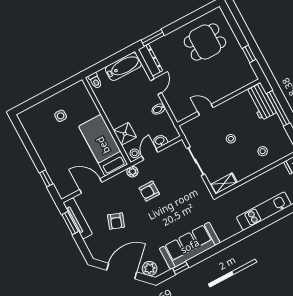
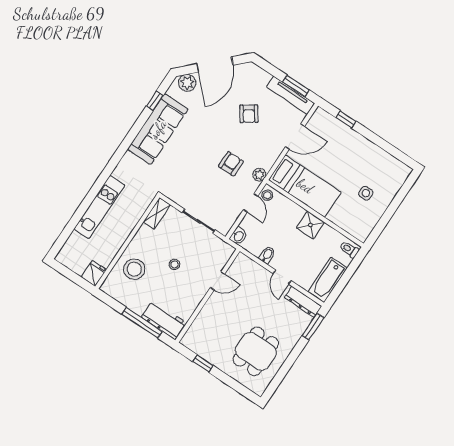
shower: (125, 134) -> (310, 225), moved
washbasin: (160, 141) -> (238, 236), moved
stool: (263, 151) -> (134, 269), width x1.89, depth x1.89
armchair: (116, 221) -> (249, 114), turned -145

